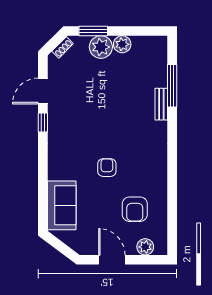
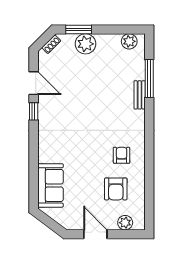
plant: (122, 44) -> (129, 41), moved
door: (43, 91) -> (34, 83), swing flipped
armchair: (107, 168) -> (122, 155), moved

